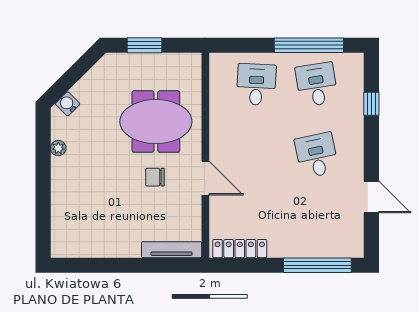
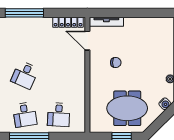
meeting table: (156, 122) -> (127, 108), moved
desk: (317, 155) -> (25, 75), turned 36
door: (205, 178) -> (87, 41), moved

